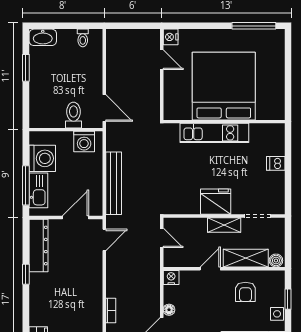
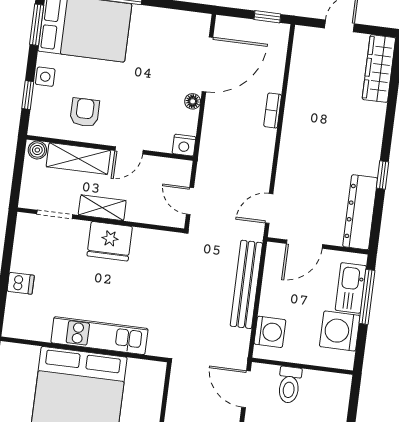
washing machine: (84, 142) -> (270, 332), moved, turned 90

